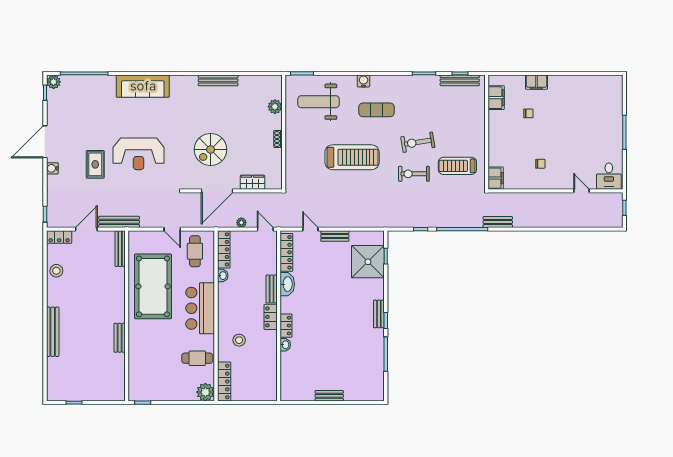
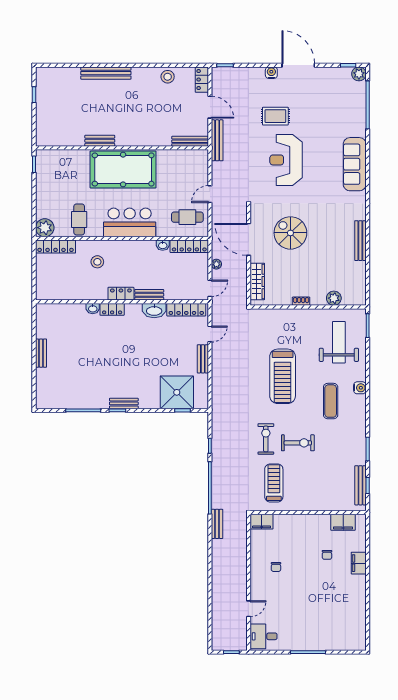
exercise bike: (418, 142) -> (298, 443), turned 99
wardrobe: (252, 182) -> (257, 281), width x1.50
pool table: (153, 286) -> (123, 170), moved

